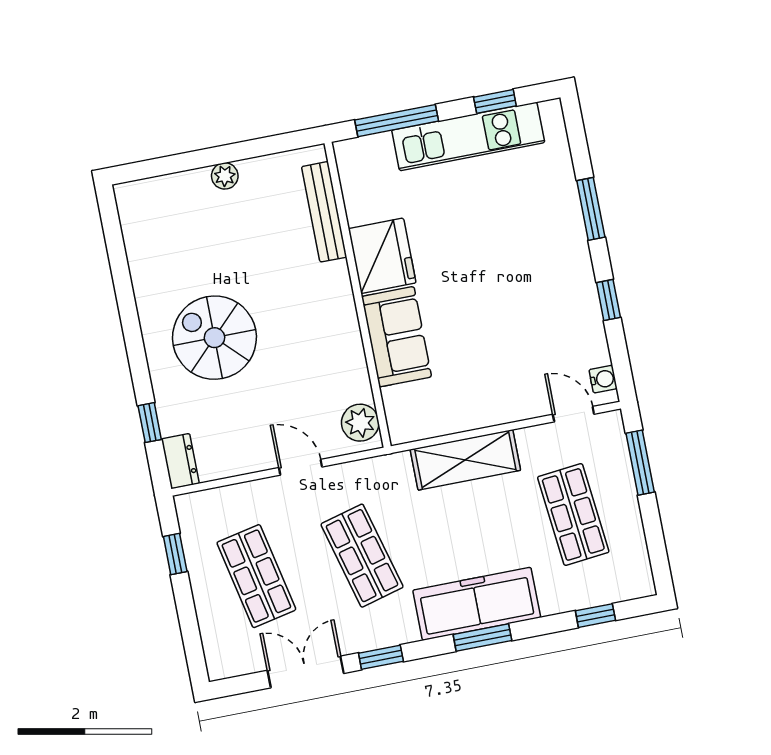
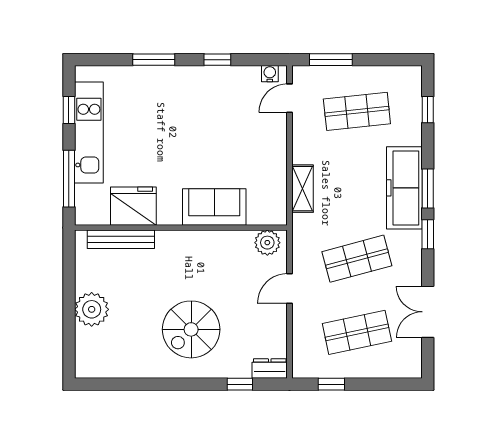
plant: (225, 176) -> (92, 309), width x1.87, depth x1.87
fridge: (382, 256) -> (133, 206), moved
shelving: (465, 460) -> (302, 189), width x0.67, depth x0.75
window: (381, 657) -> (428, 234), moved

